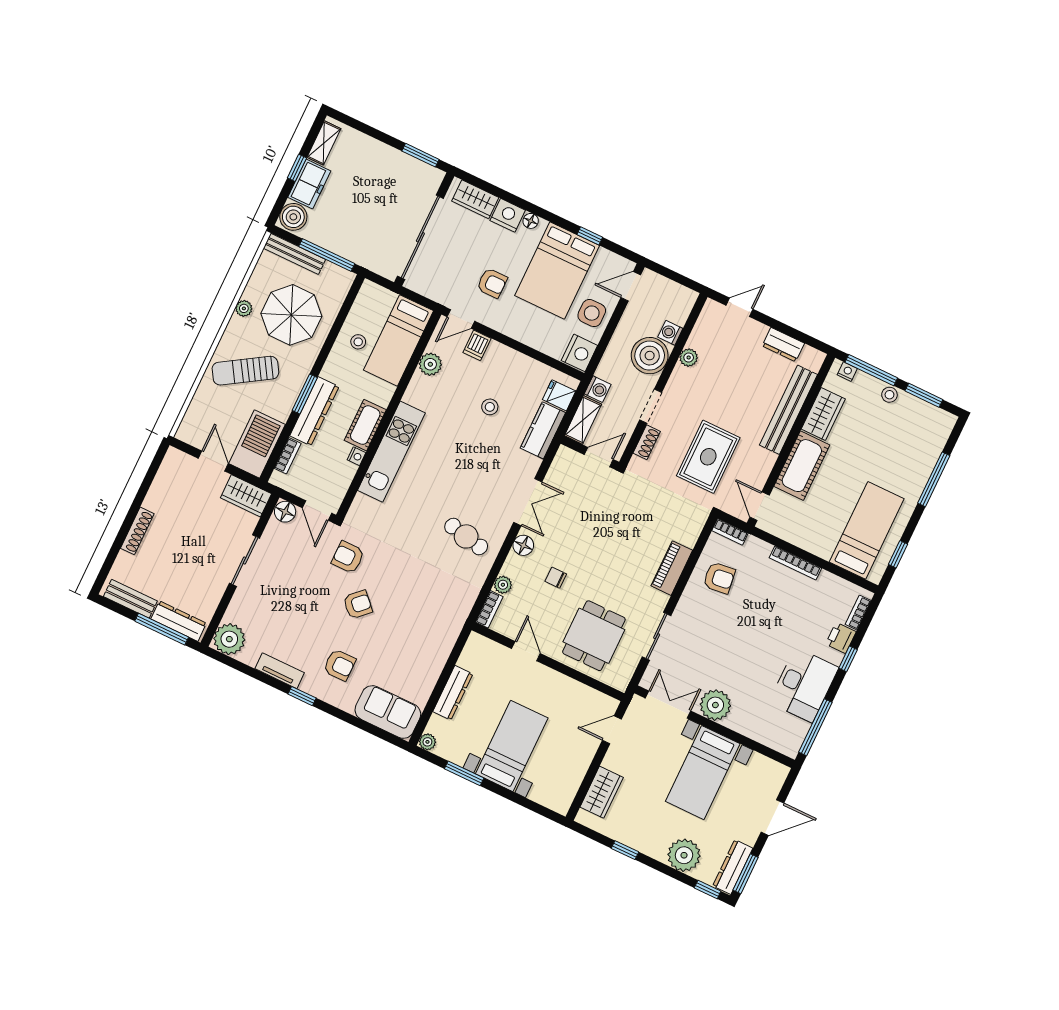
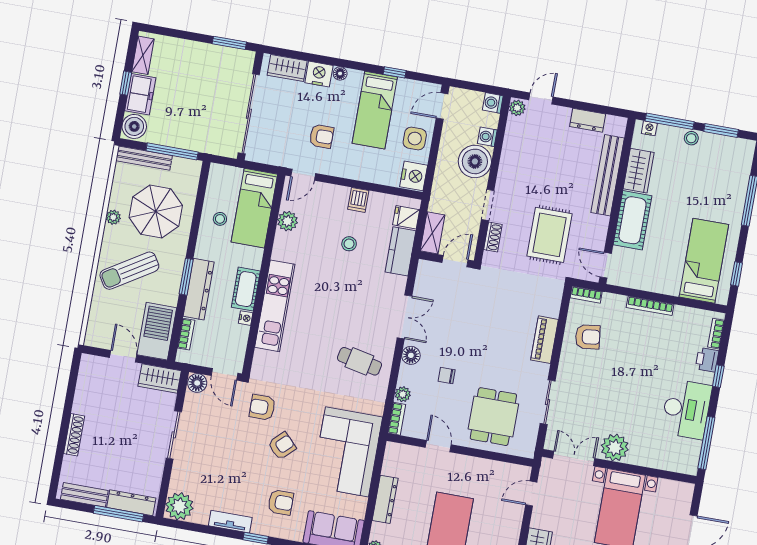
bed: (557, 271) -> (375, 110), width x0.67
dishwasher: (477, 345) -> (358, 200), moved
plant: (689, 358) -> (517, 108), moved
washing machine: (598, 389) -> (493, 103), moved, turned 180
corner sofa: (426, 630) -> (347, 452), added

